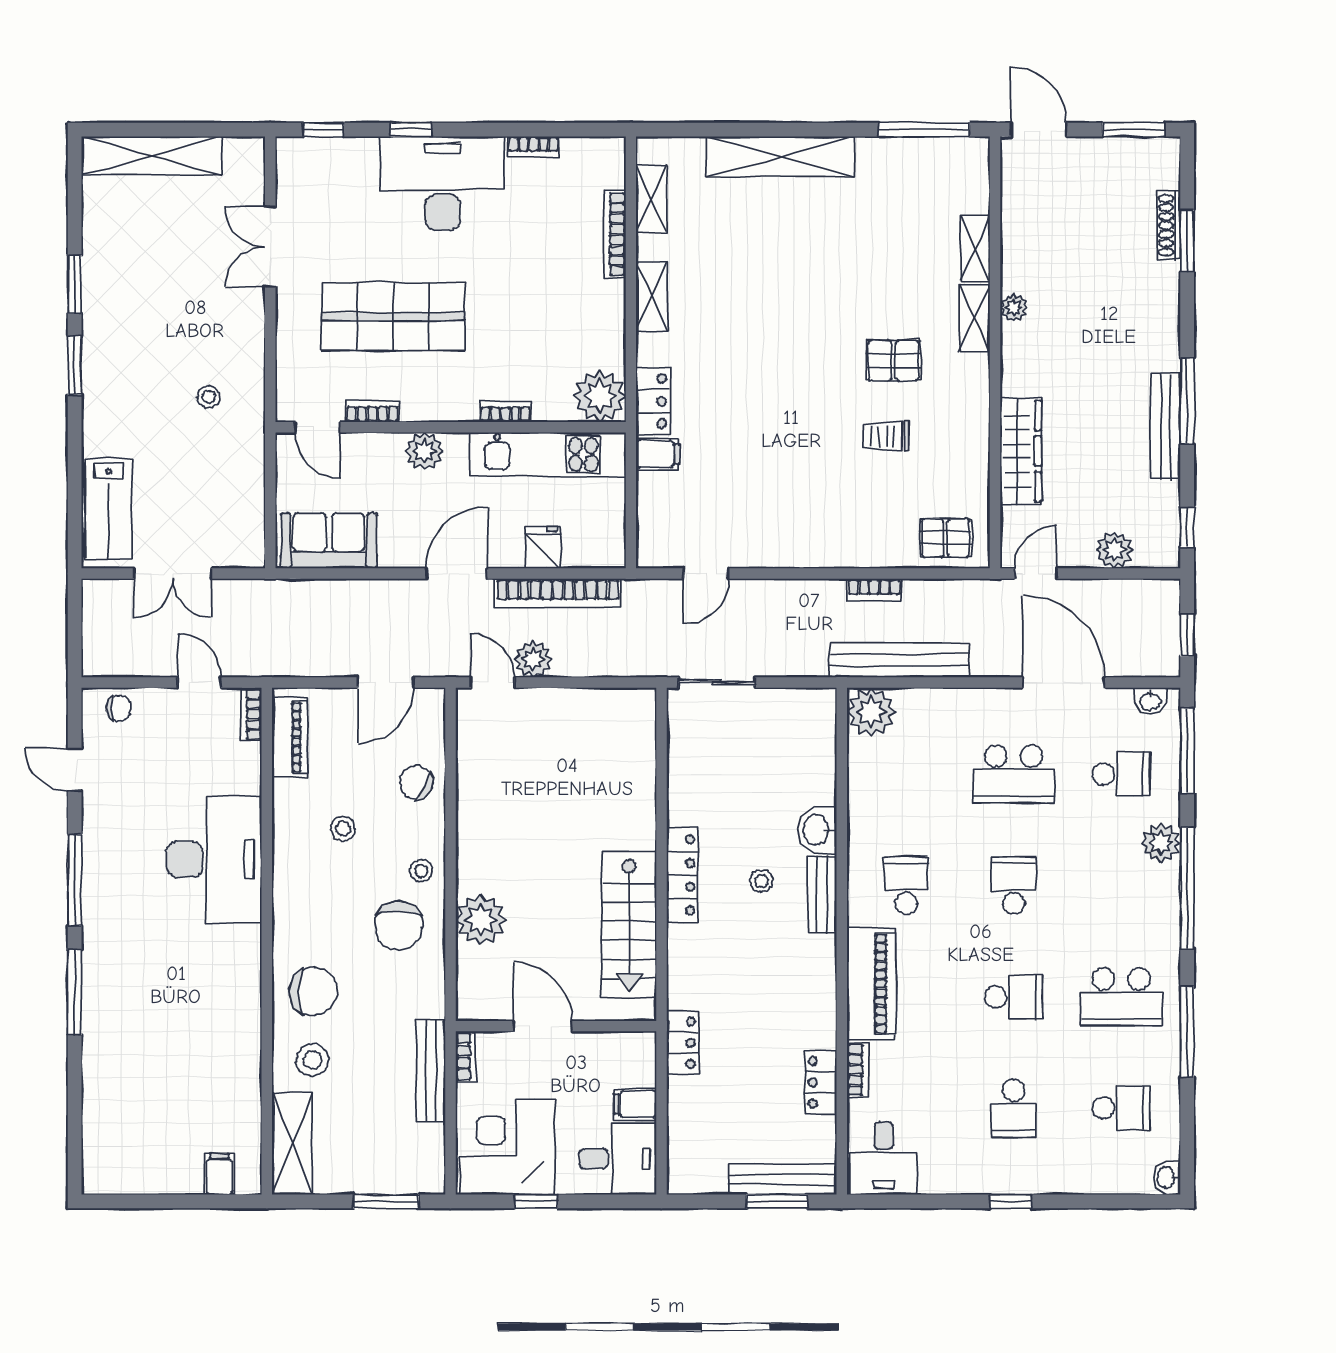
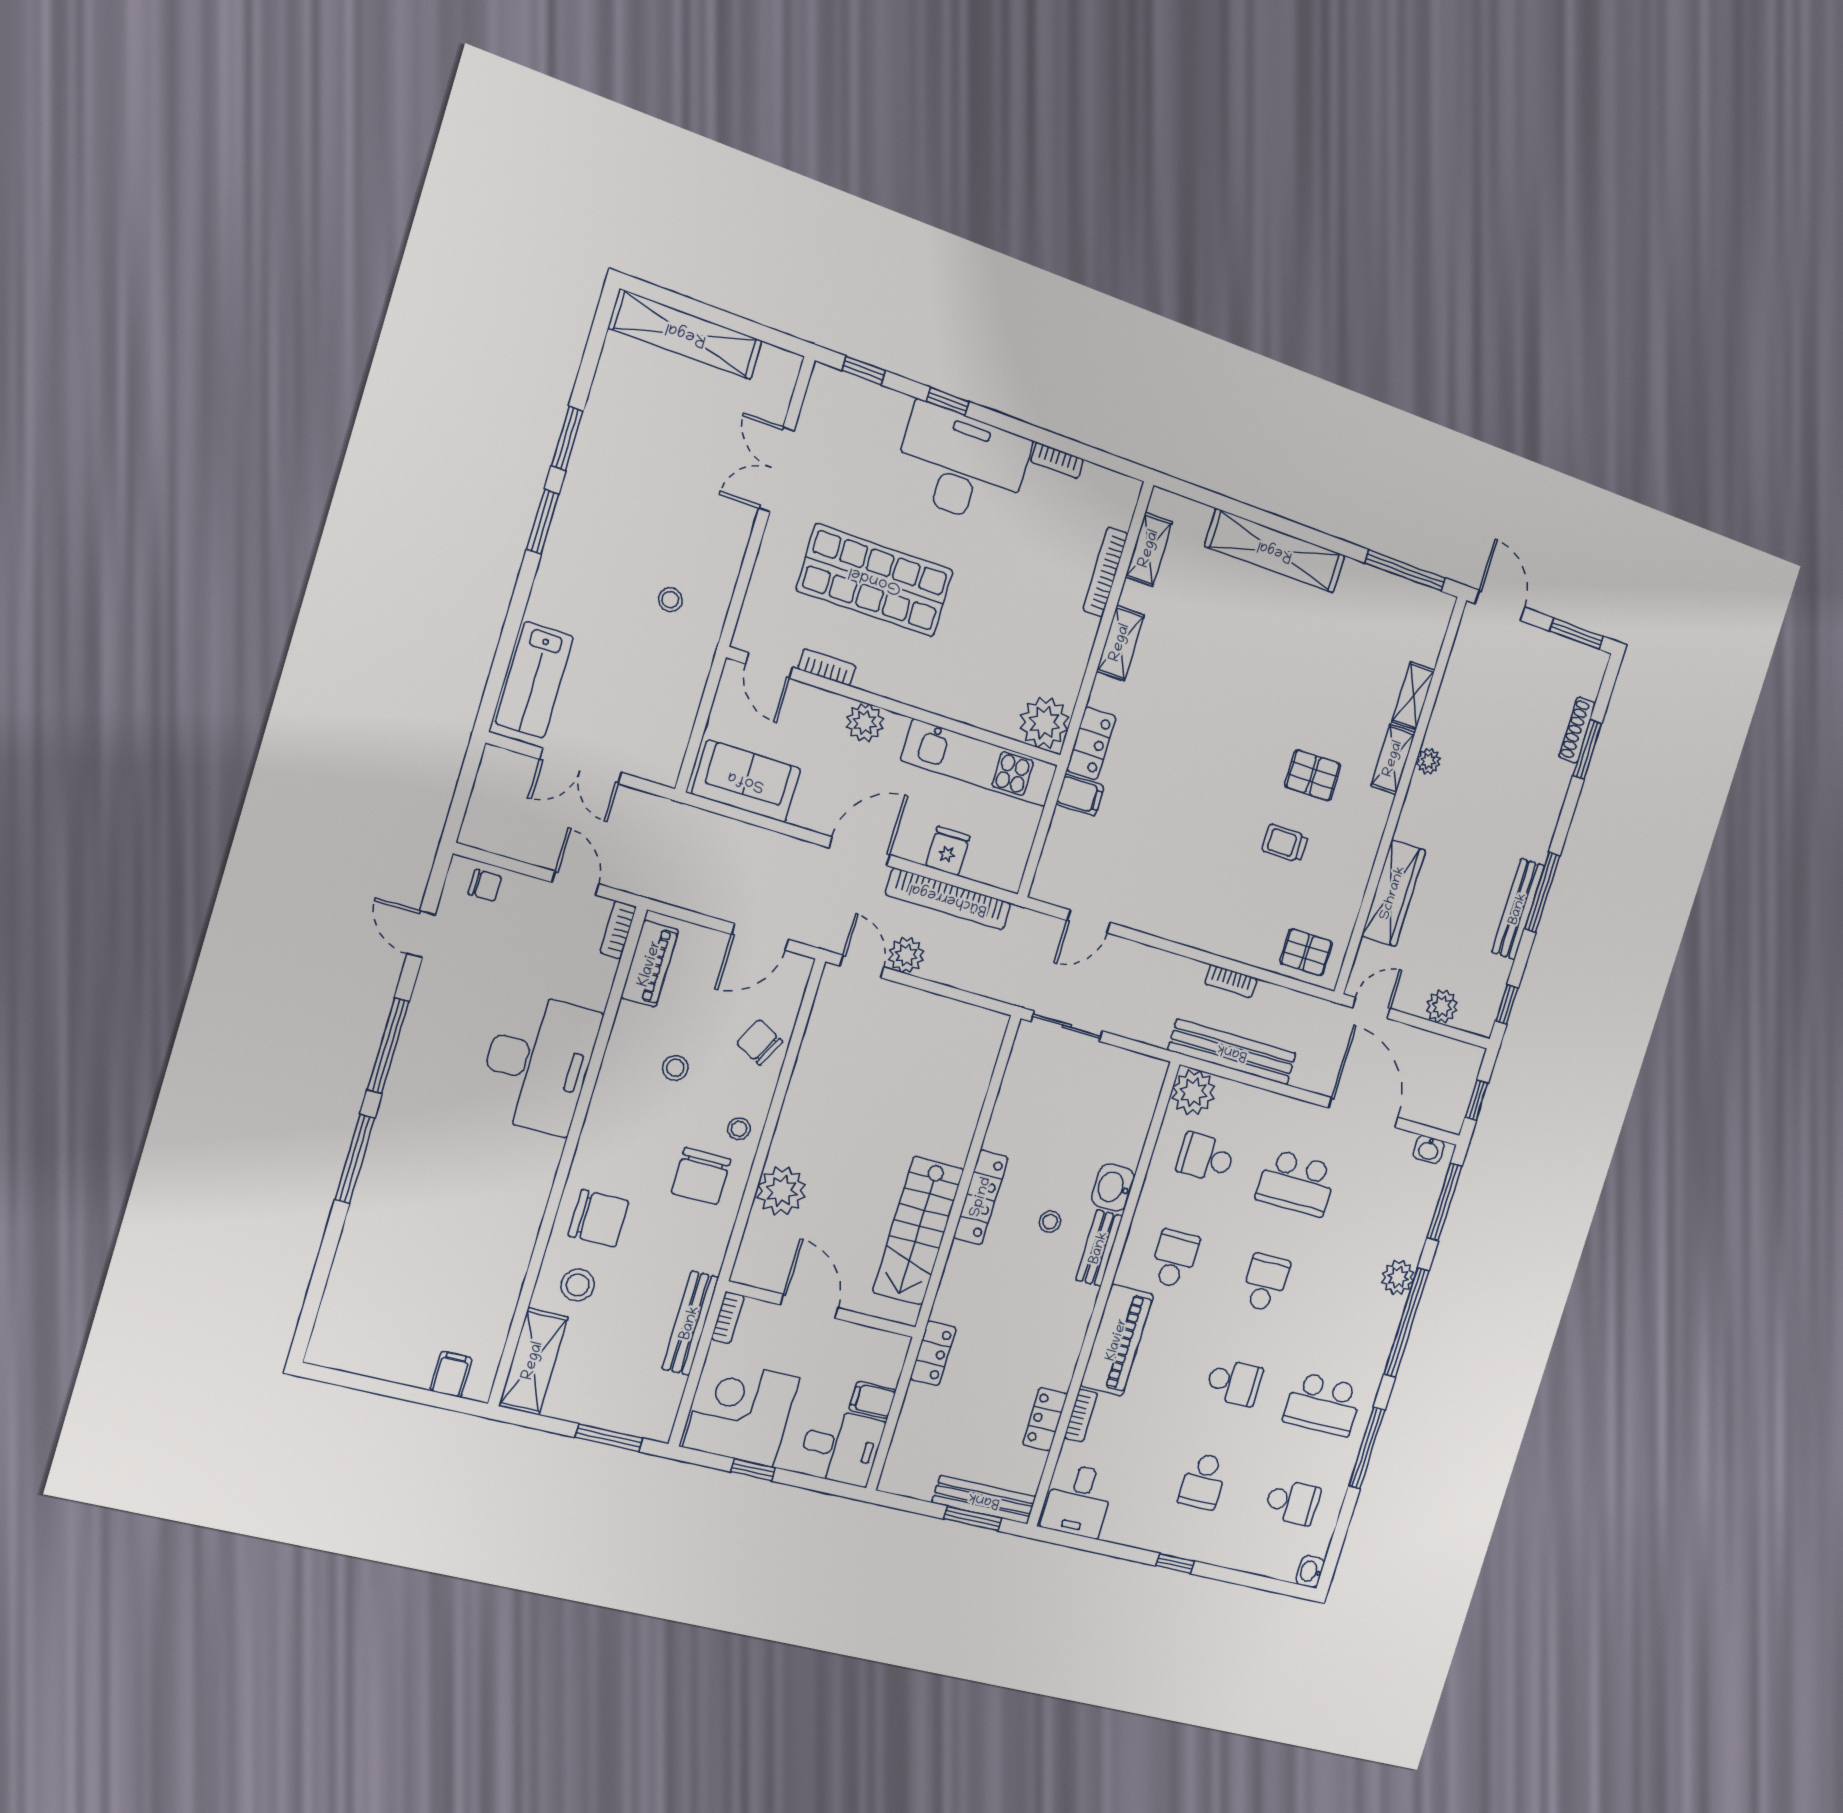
bookcase: (505, 412) -> (953, 709), removed
school desk: (1121, 774) -> (1206, 1158), moved, turned 180

